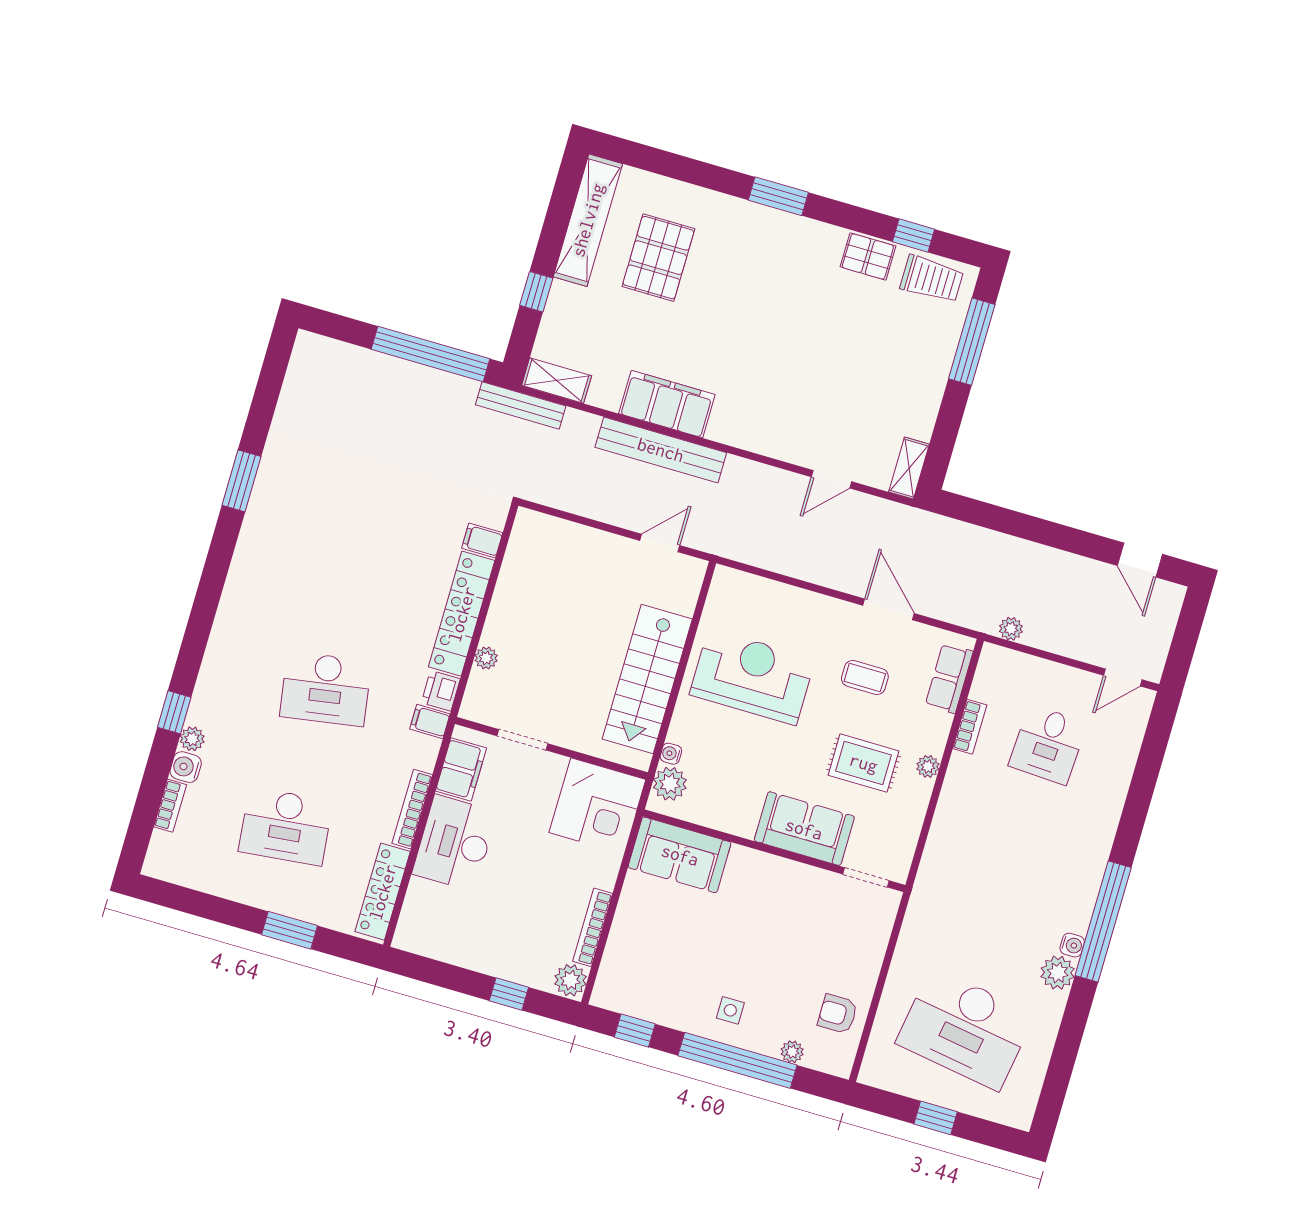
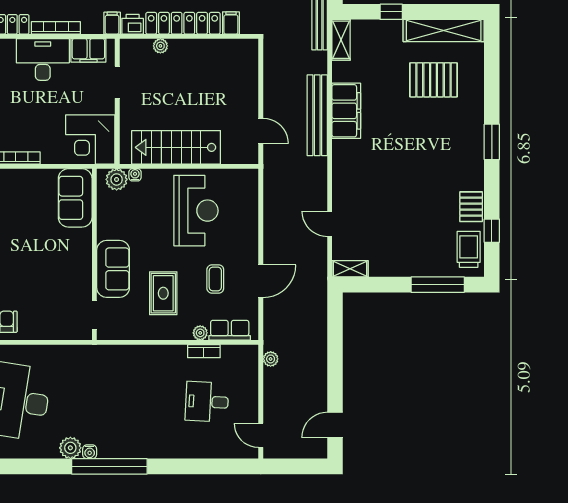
trolley: (932, 279) -> (469, 249), turned 180
plant: (928, 766) -> (200, 333), moved

